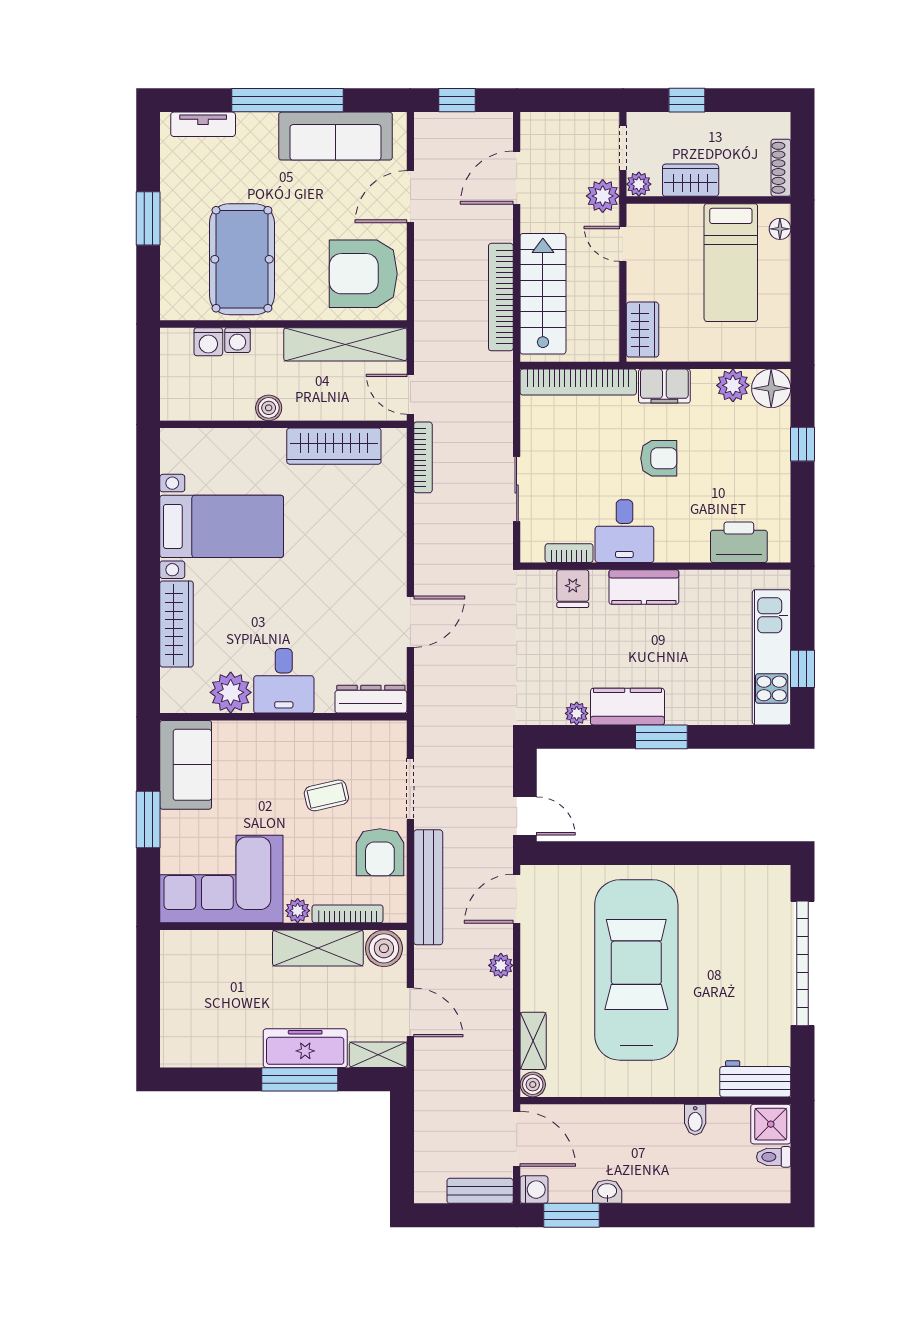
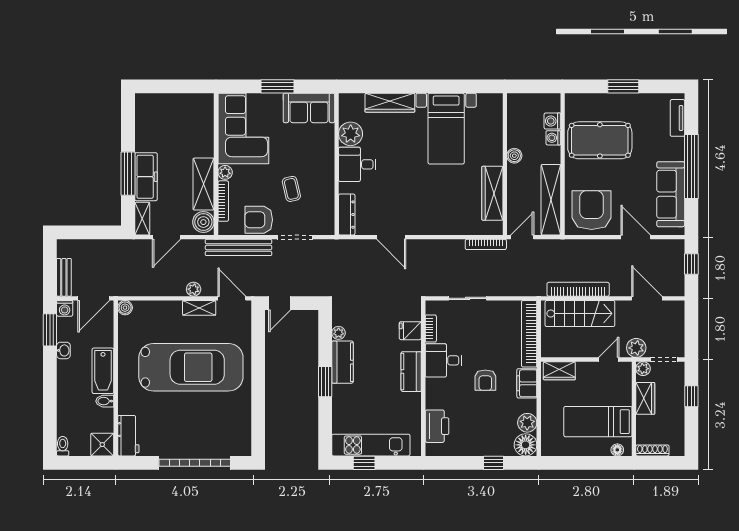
shelving: (533, 1041) -> (199, 308), moved
bathtub: (643, 1123) -> (103, 371), added
toilet: (774, 1157) -> (63, 446), moved

